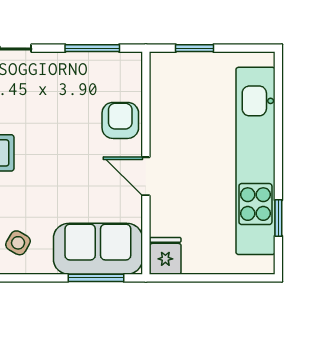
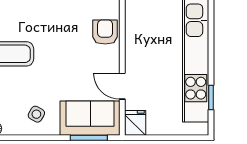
door: (146, 176) -> (122, 86), moved

